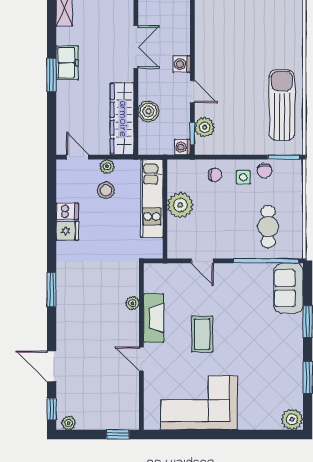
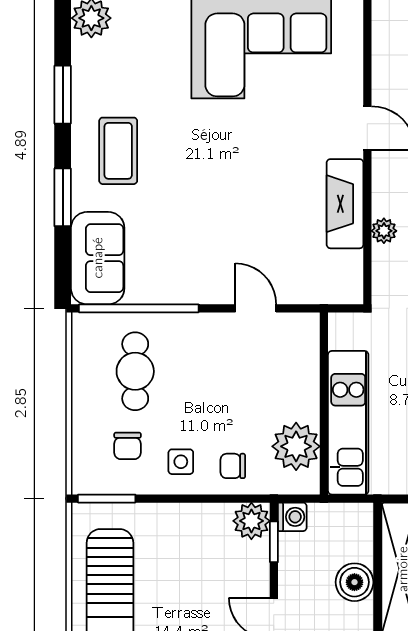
plant: (205, 127) -> (251, 521), moved
chair: (265, 171) -> (128, 446), moved, turned 180
plant: (180, 205) -> (296, 446), moved
coffee table: (202, 334) -> (118, 151), moved

